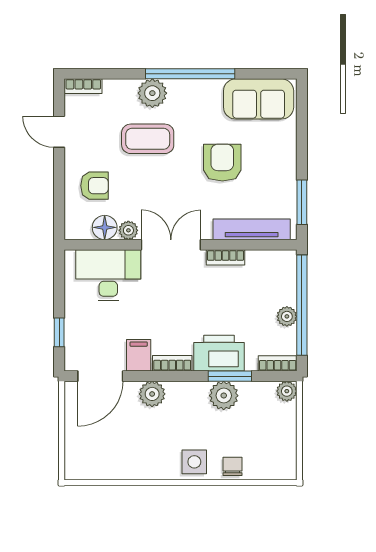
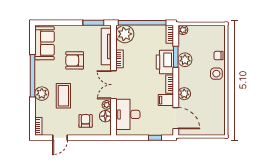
plant: (287, 316) -> (125, 34), moved, width x1.88, depth x1.88

